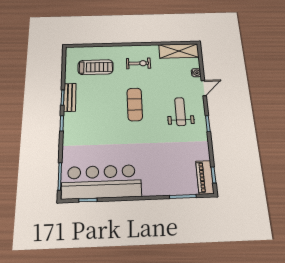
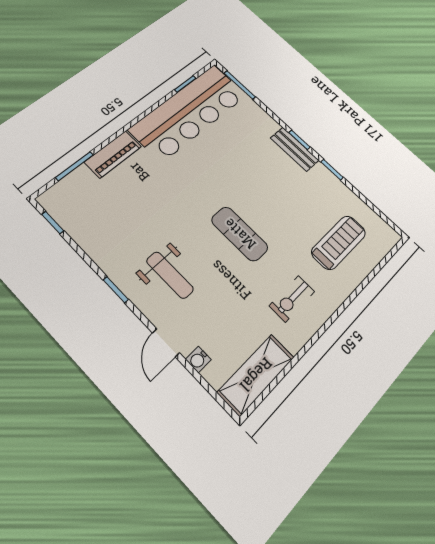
treadmill: (96, 67) -> (339, 242), turned 180
bench: (70, 97) -> (295, 149), moved
piano: (205, 177) -> (113, 154), moved, turned 90

